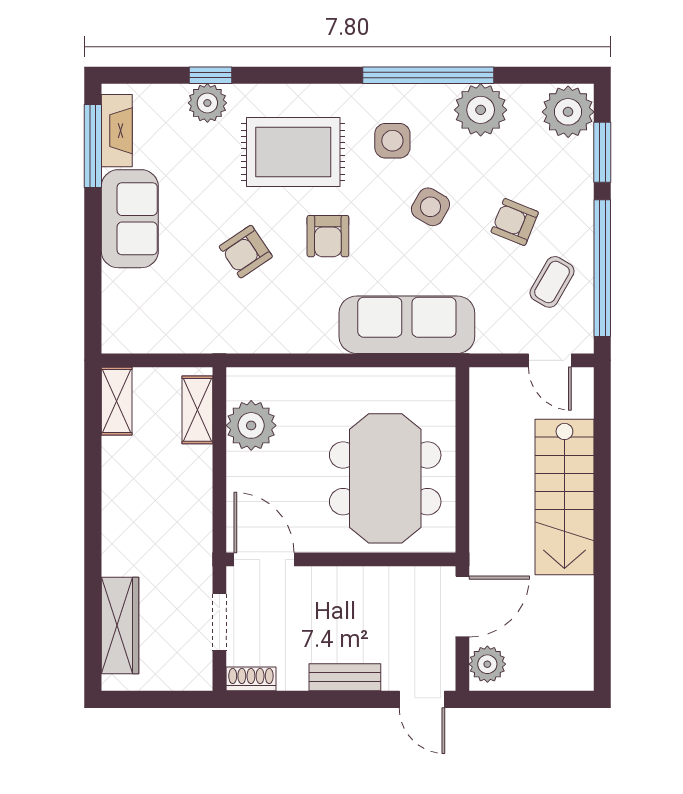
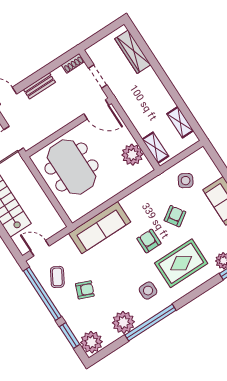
side table: (430, 207) -> (186, 181), moved
shelving: (117, 401) -> (180, 122), moved

